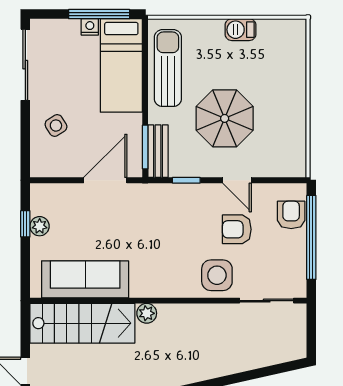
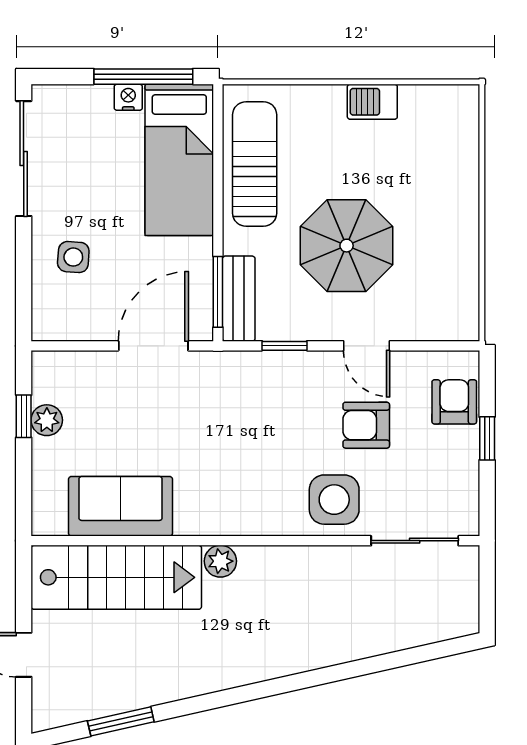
side table: (56, 126) -> (73, 257), turned 36
window: (311, 237) -> (487, 438), width x0.32
sofa: (85, 279) -> (121, 506), width x0.73

